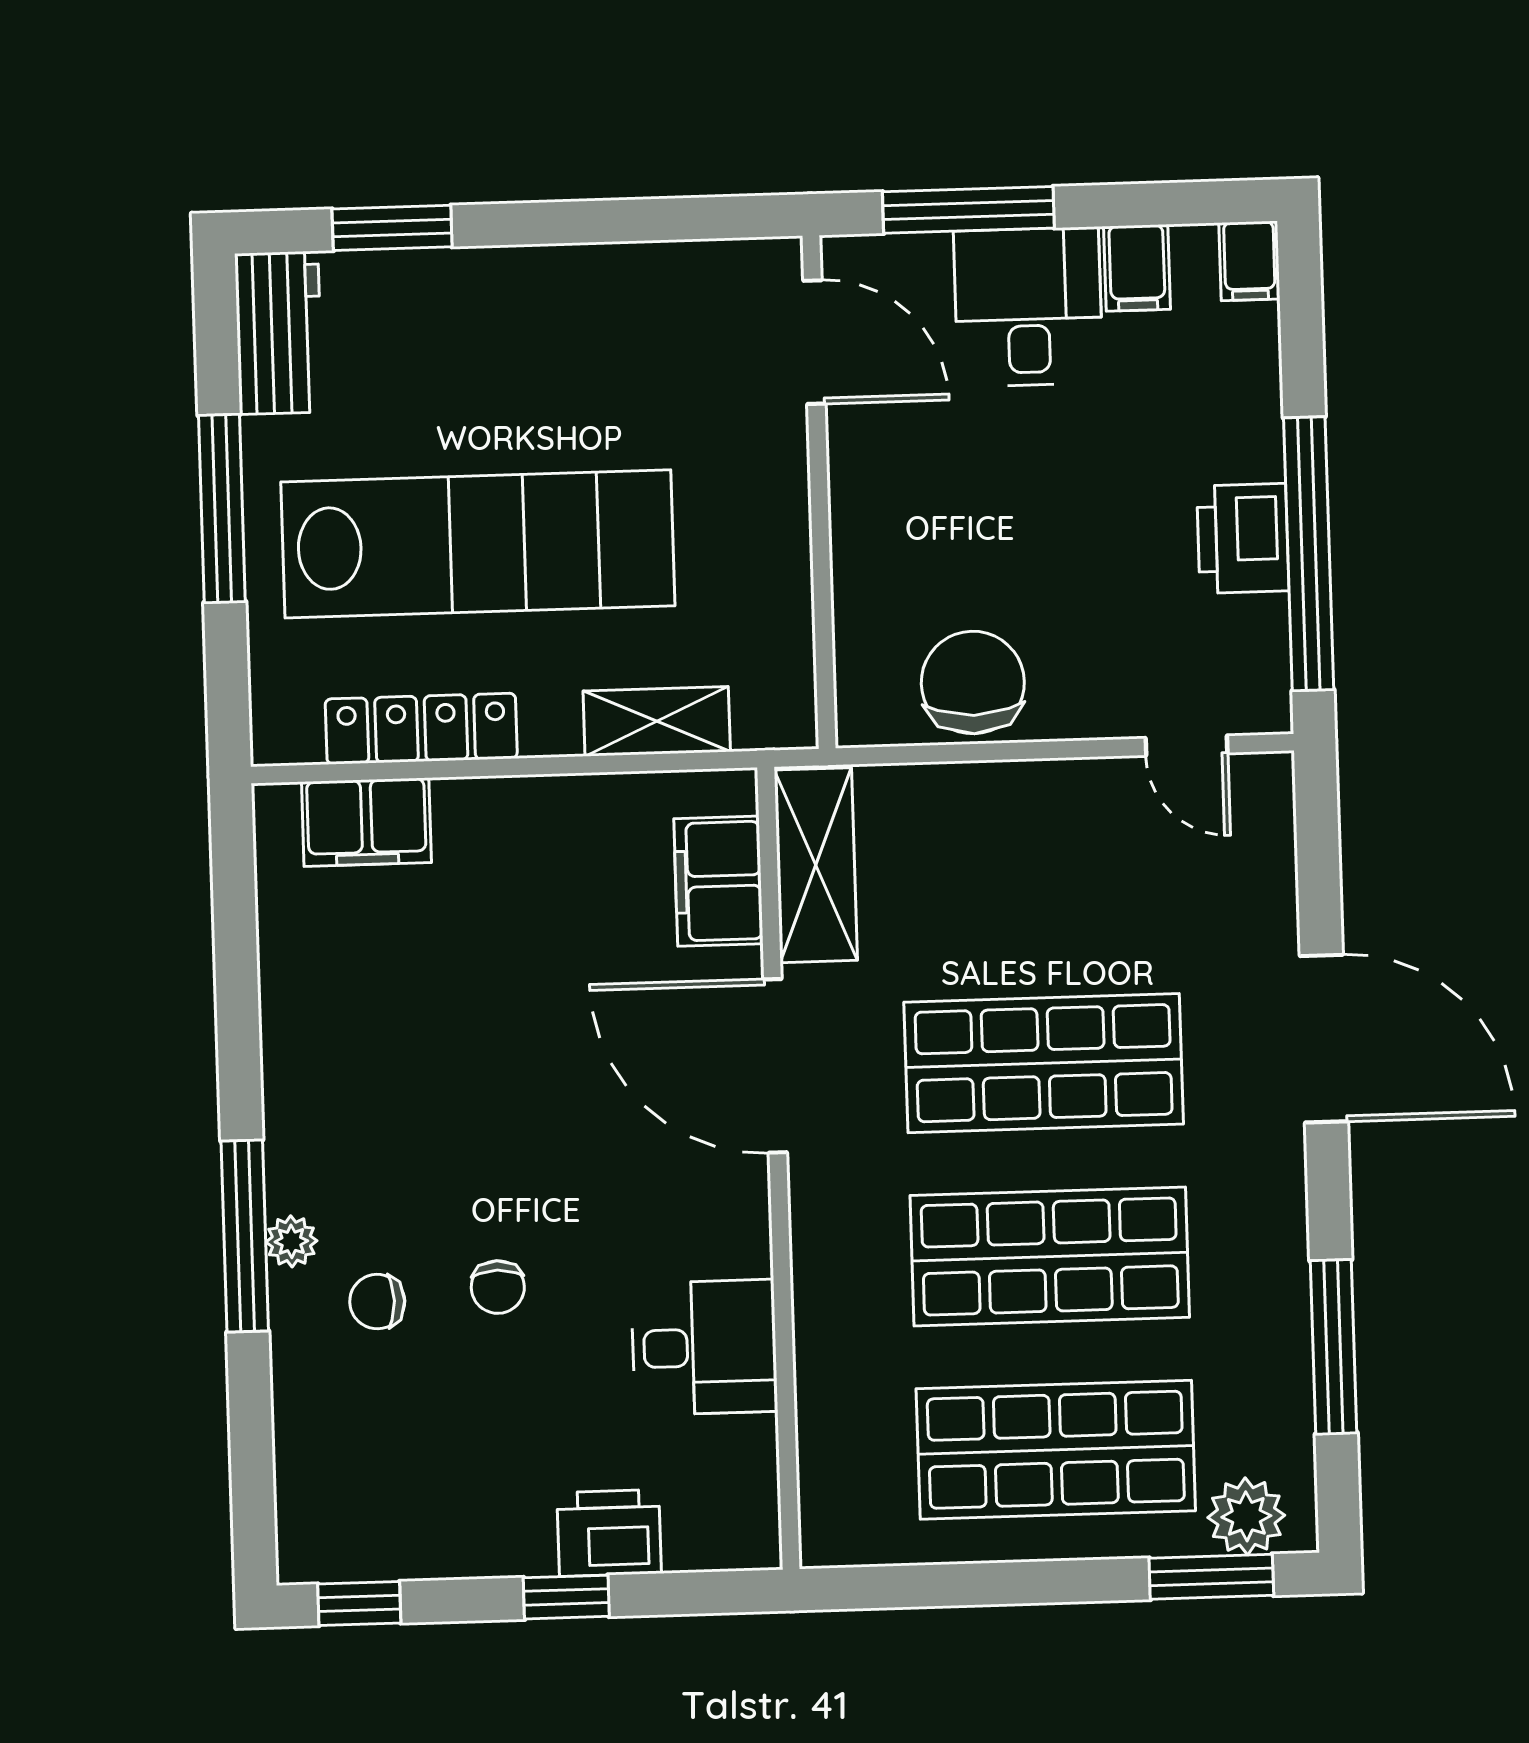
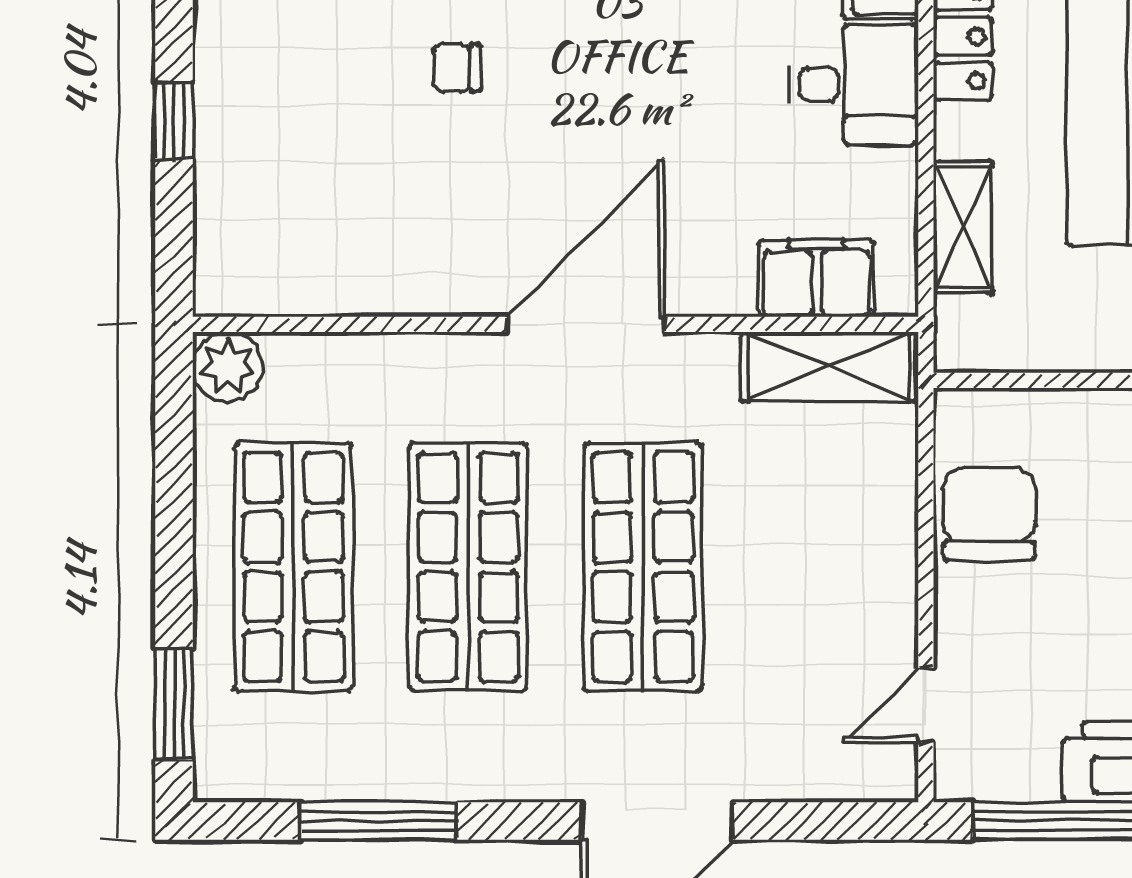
chair: (973, 682) -> (989, 514), turned -90
door: (775, 1066) -> (586, 324), moved
desk: (704, 1347) -> (854, 84), moved, turned -90
plant: (1246, 1516) -> (228, 367), moved
printer: (609, 1533) -> (231, 161), removed

